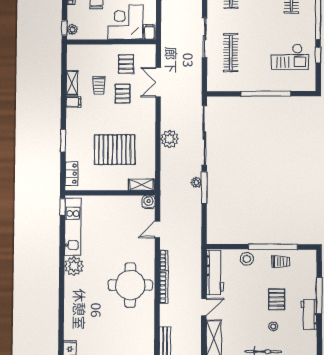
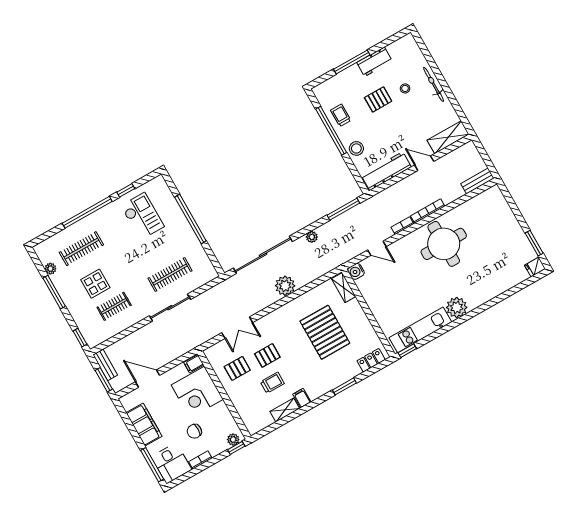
window: (204, 188) -> (343, 209), moved

